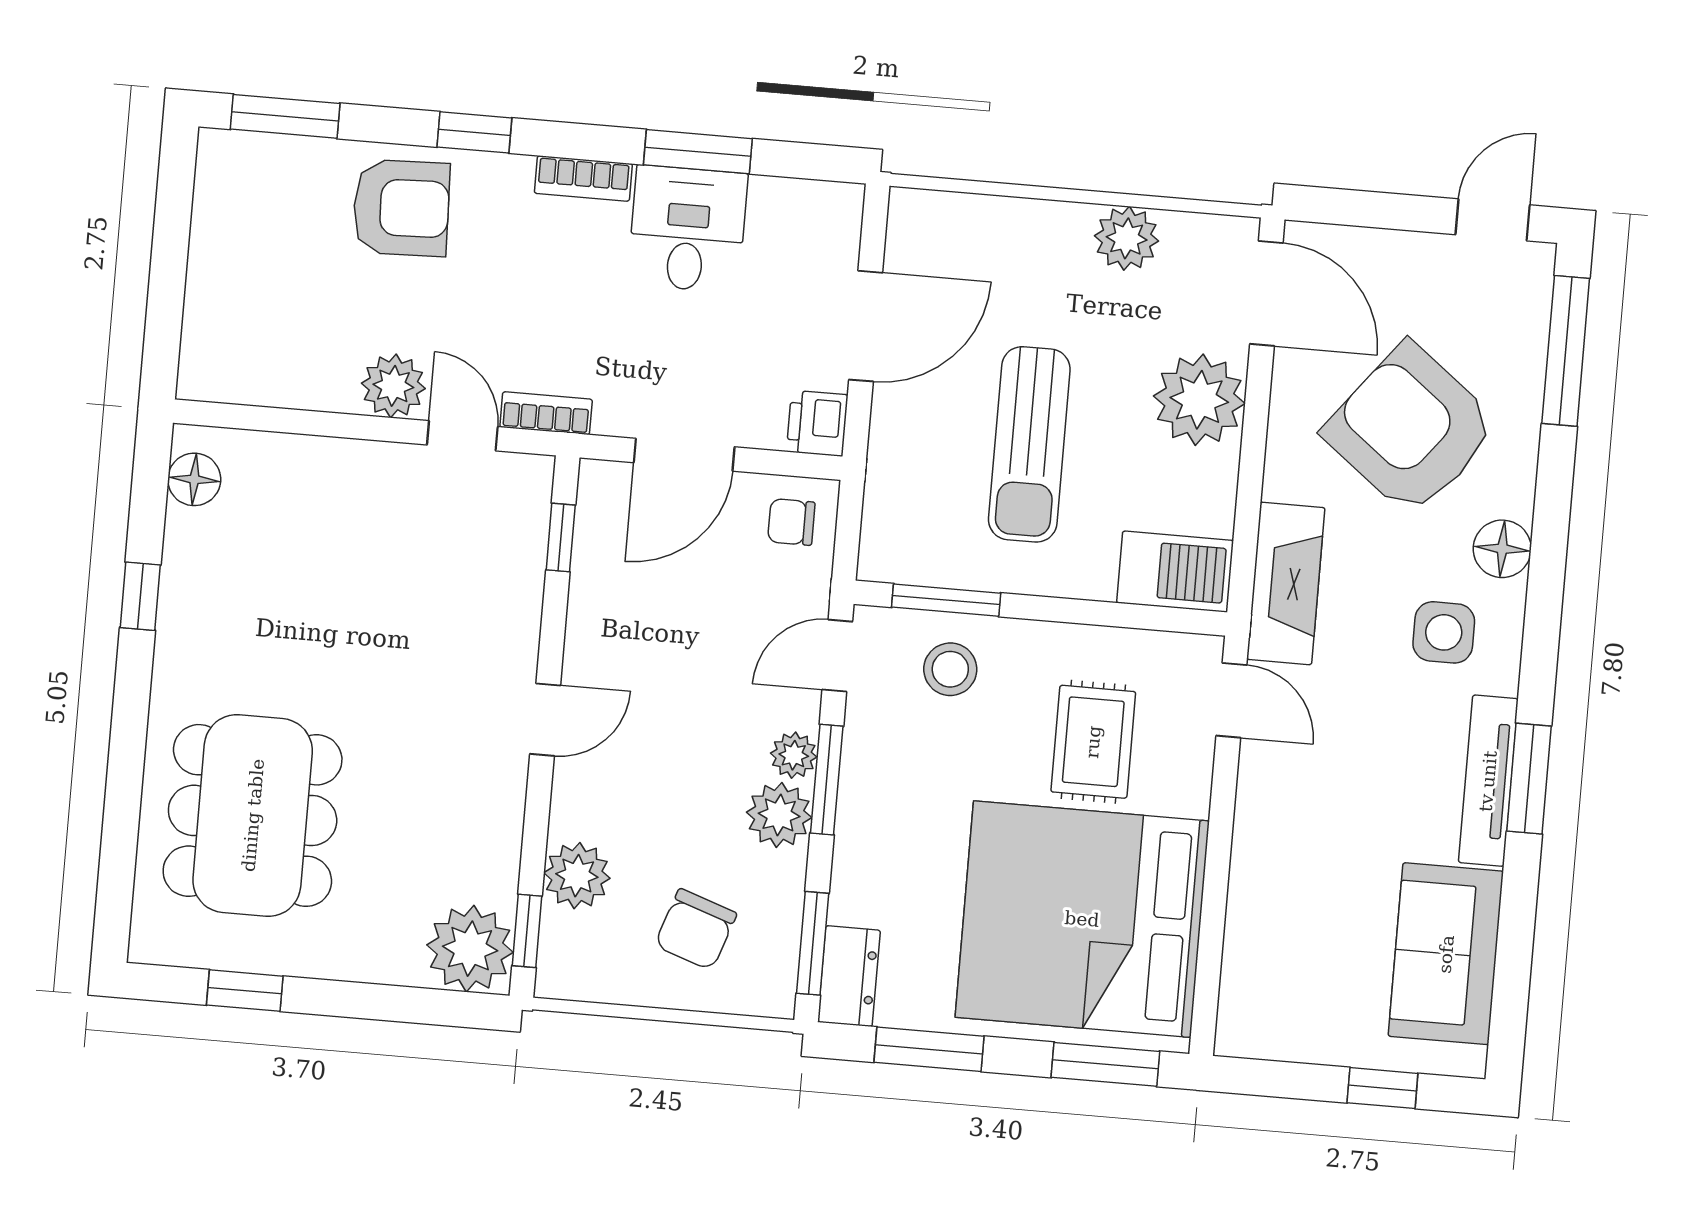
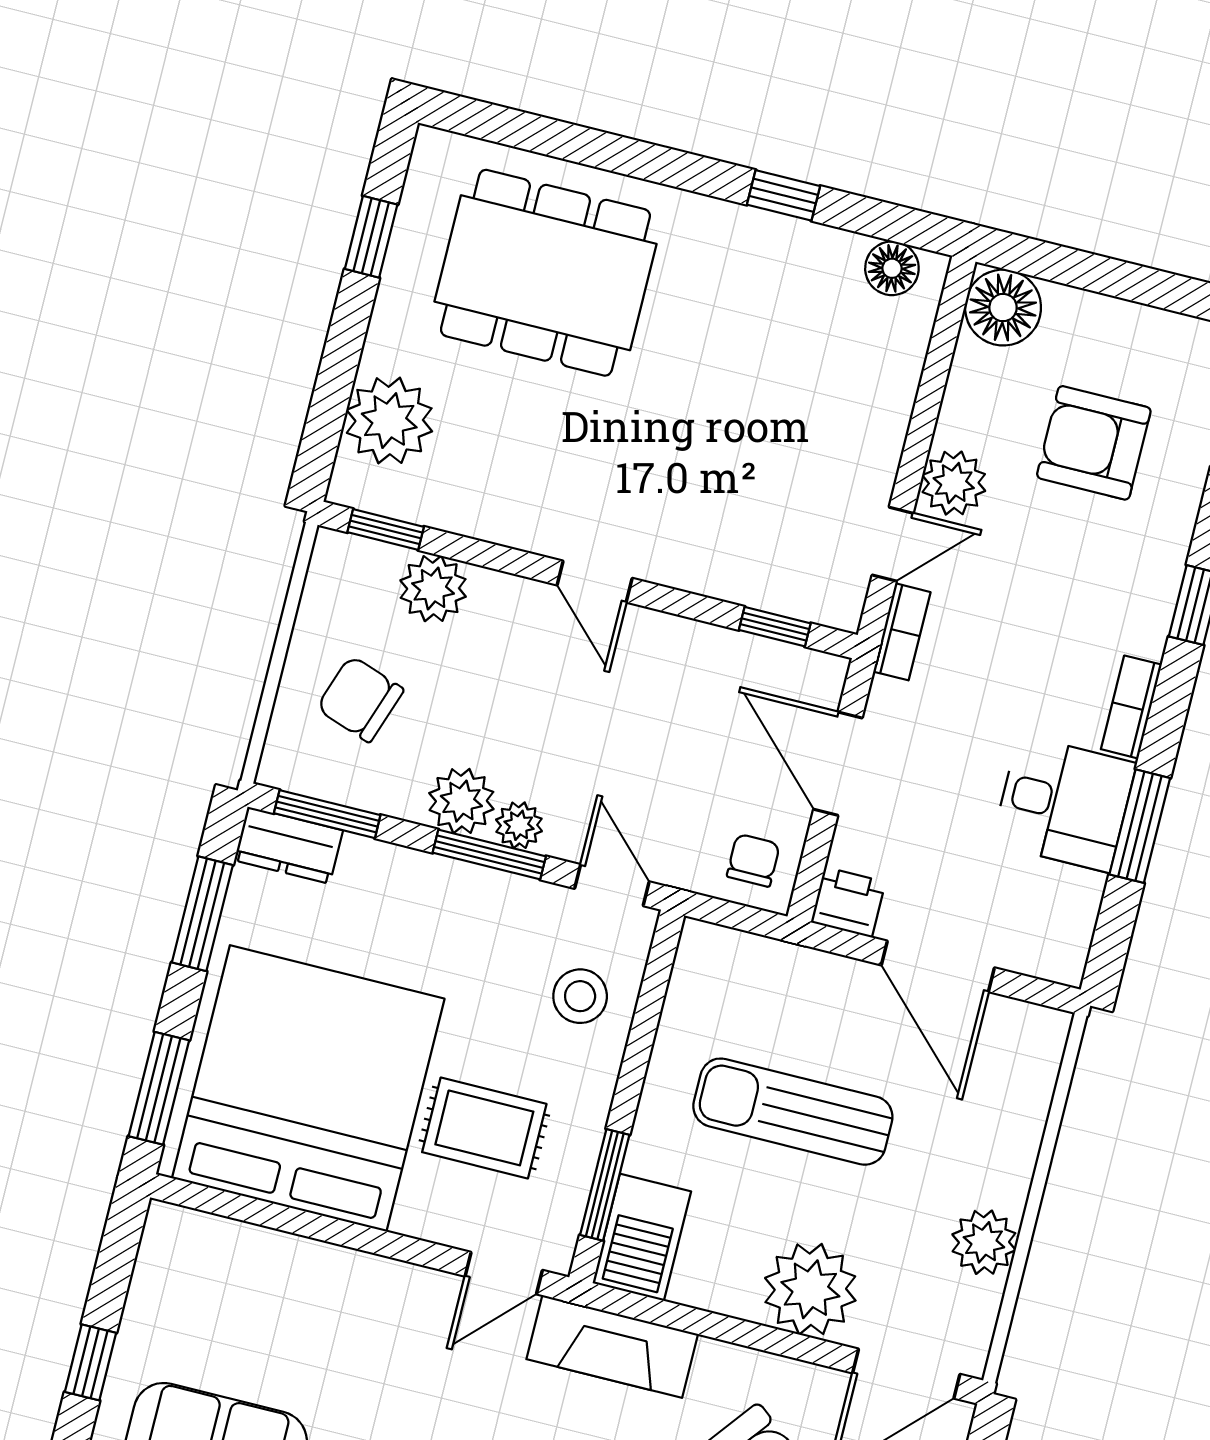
armchair: (401, 208) -> (1094, 443), moved, turned 92
floor lamp: (215, 365) -> (1003, 308), added
window: (946, 600) -> (605, 1185), moved
plant: (470, 949) -> (389, 421), moved

